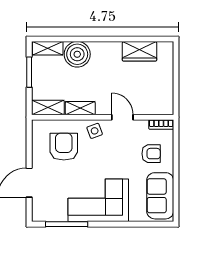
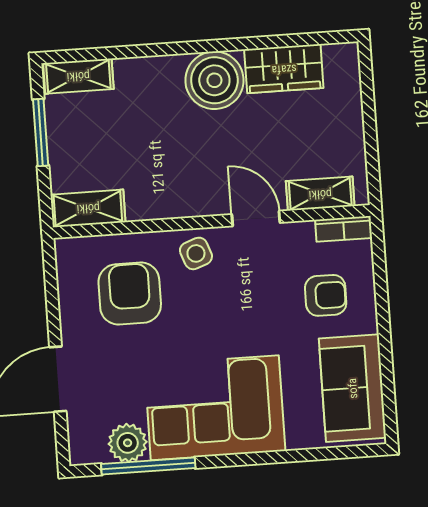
boiler: (77, 54) -> (214, 80), moved
shelving: (80, 108) -> (320, 194), moved
plant: (58, 213) -> (128, 443), added

